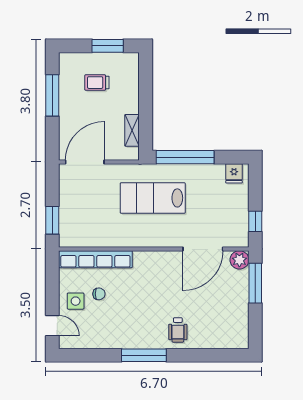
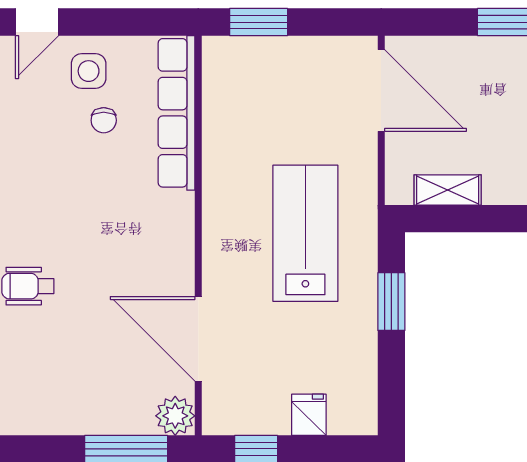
window: (185, 157) -> (391, 302), width x0.47
fridge: (234, 173) -> (309, 415), moved, turned 90

